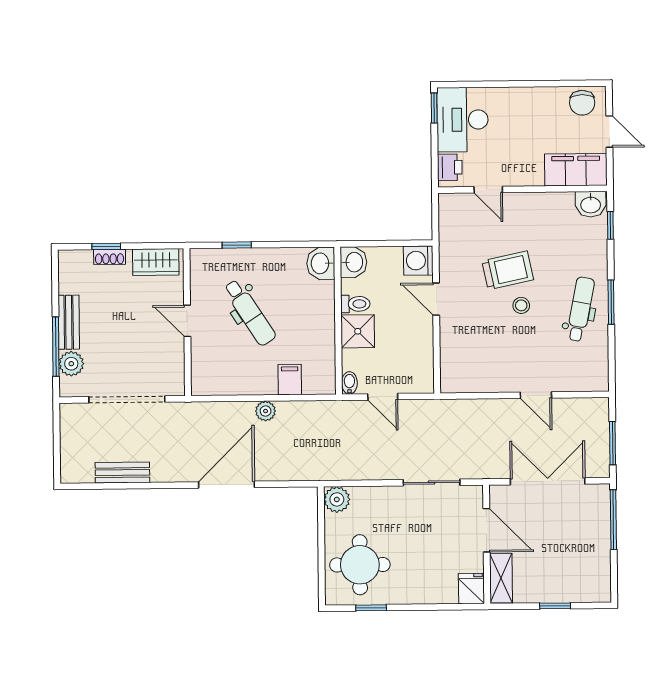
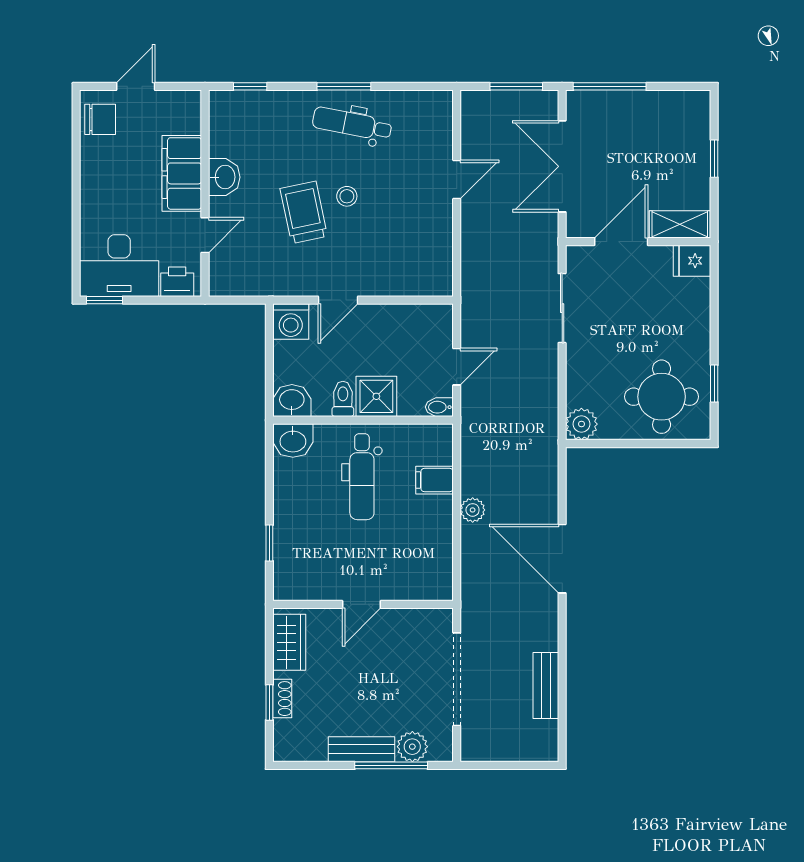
filing cabinet: (576, 170) -> (182, 173), moved
washbasin: (591, 204) -> (224, 177), moved
dental chair: (250, 313) -> (362, 477), moved, turned 123

